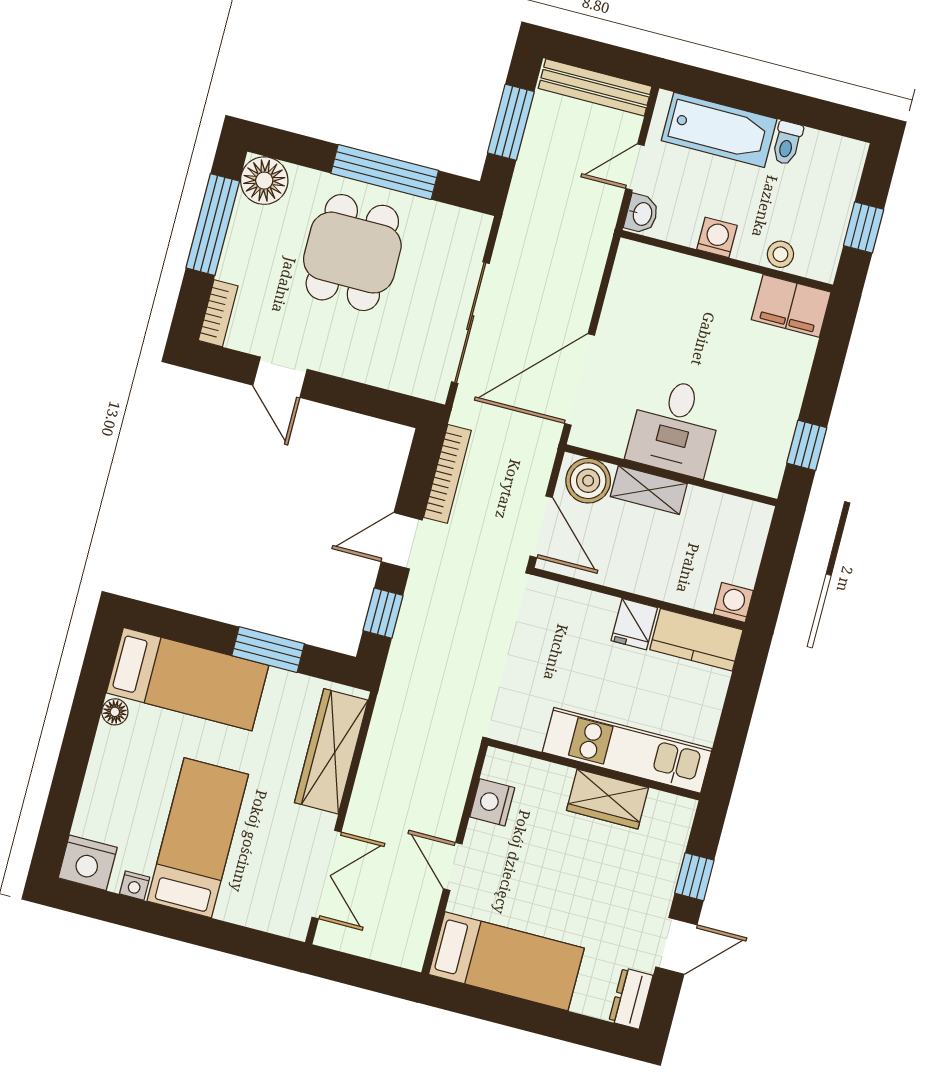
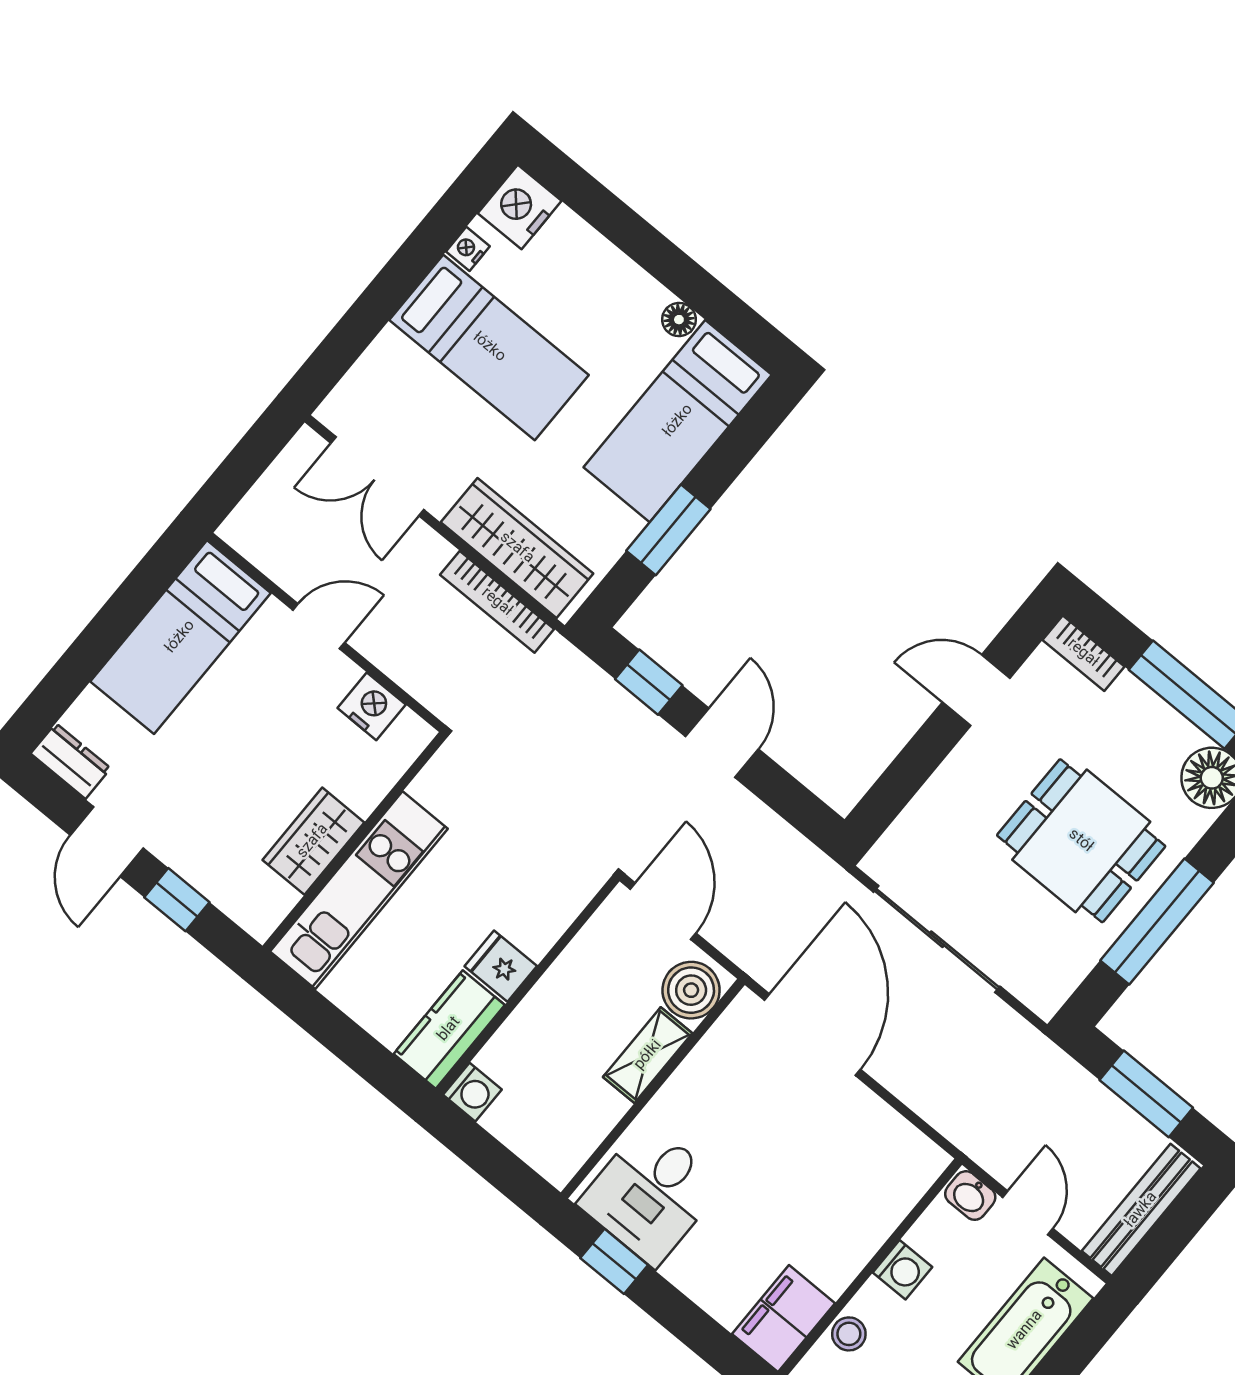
desk: (675, 427) -> (651, 1194), moved, turned -90
bookcase: (447, 474) -> (497, 602), moved
door: (541, 527) -> (663, 911), swing flipped

